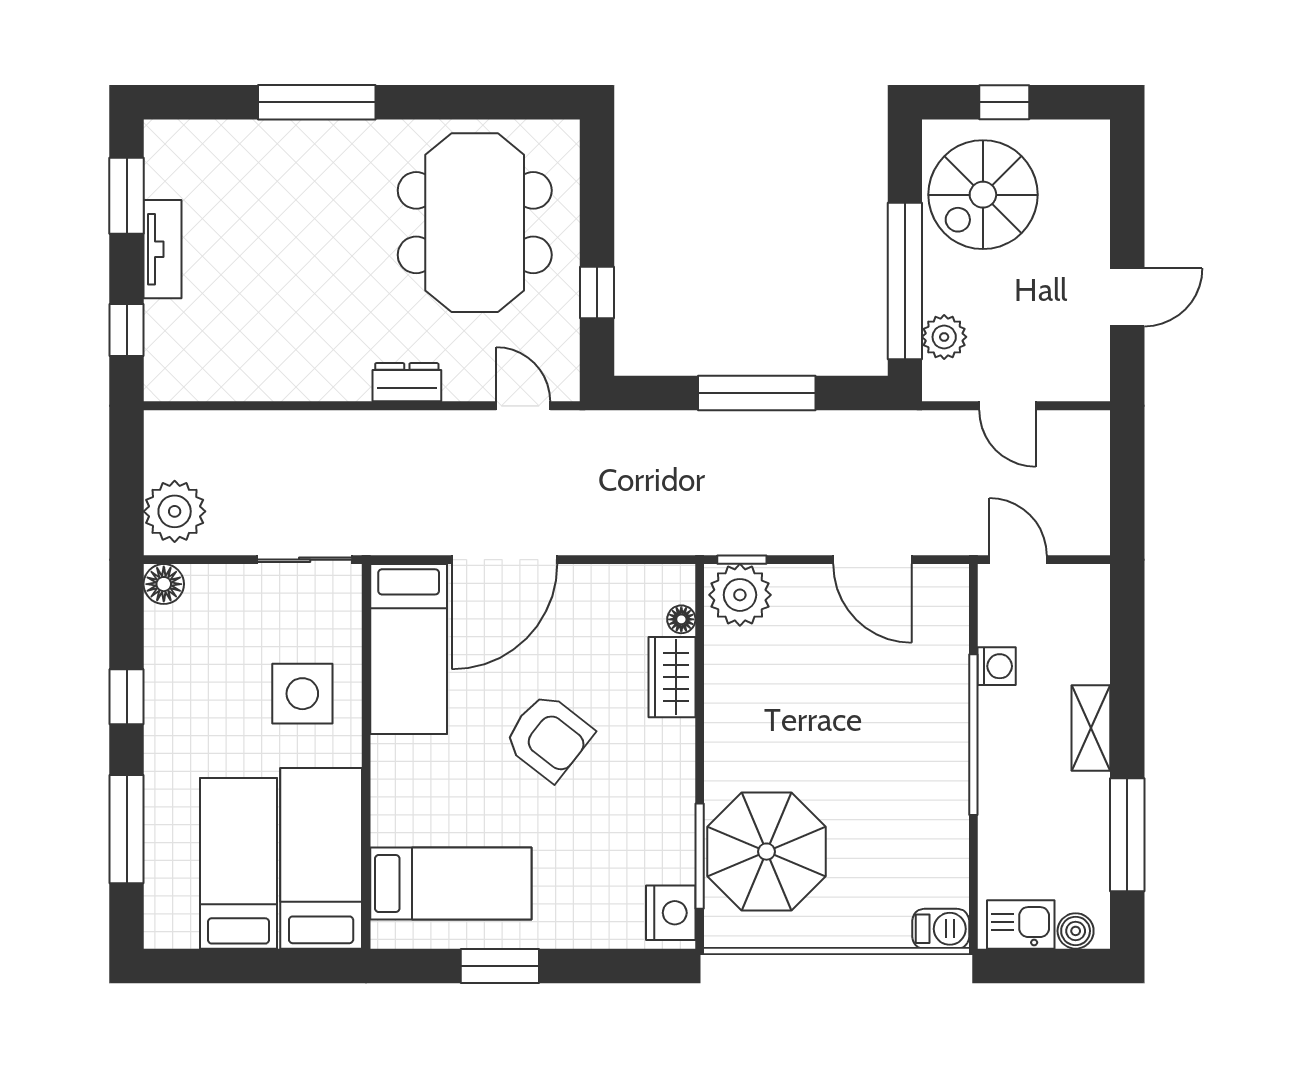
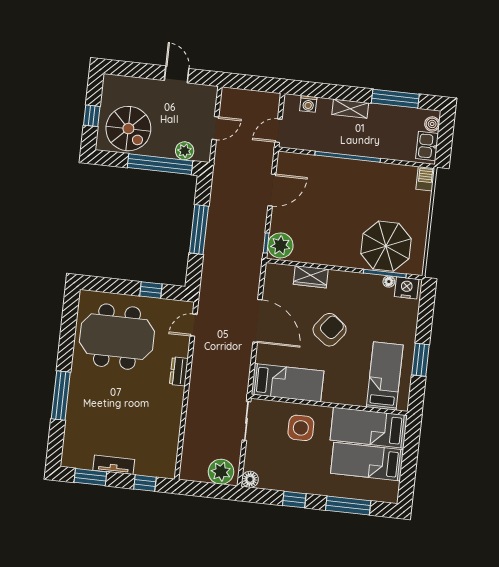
door: (504, 560) -> (258, 321), moved
floor lamp: (681, 619) -> (389, 282), moved
washing machine: (997, 666) -> (308, 104), moved, turned 180

